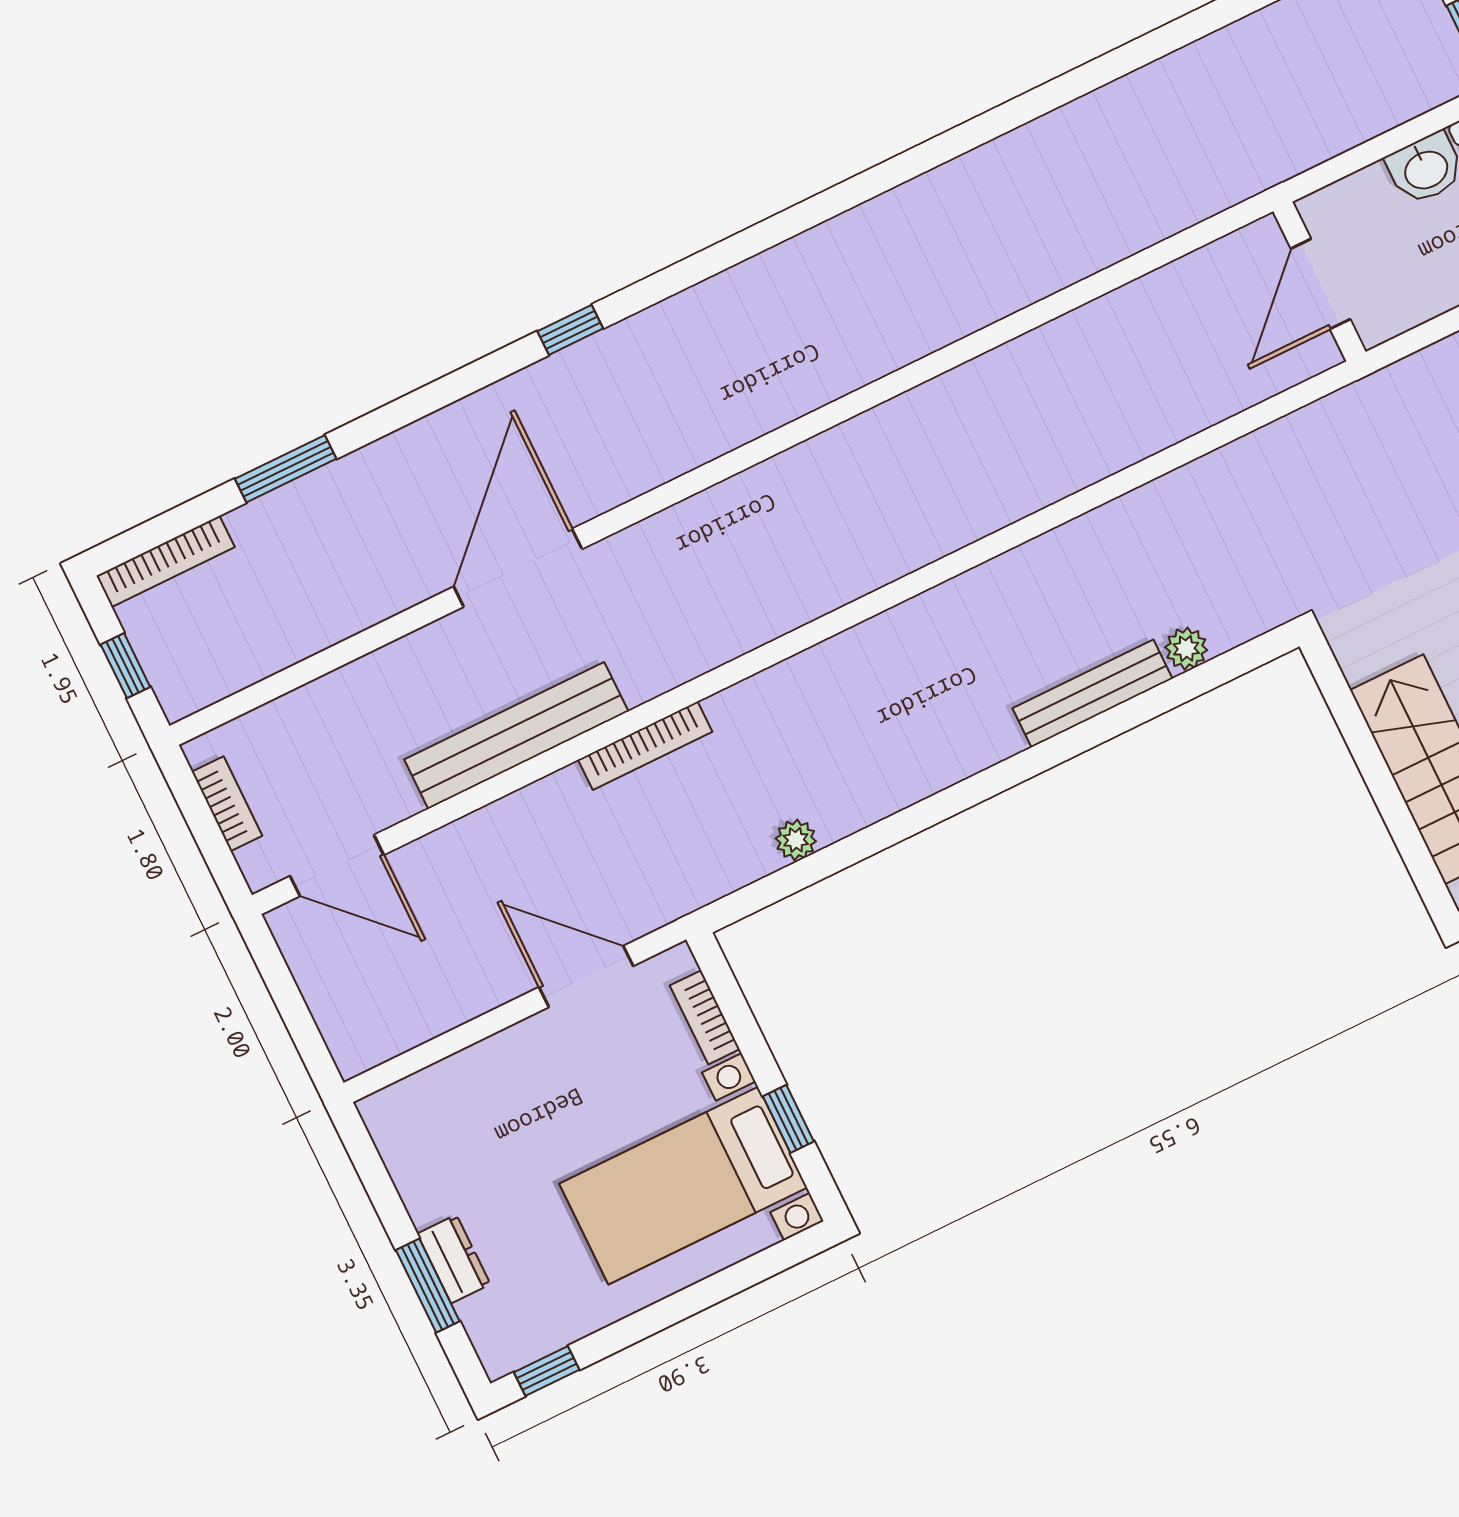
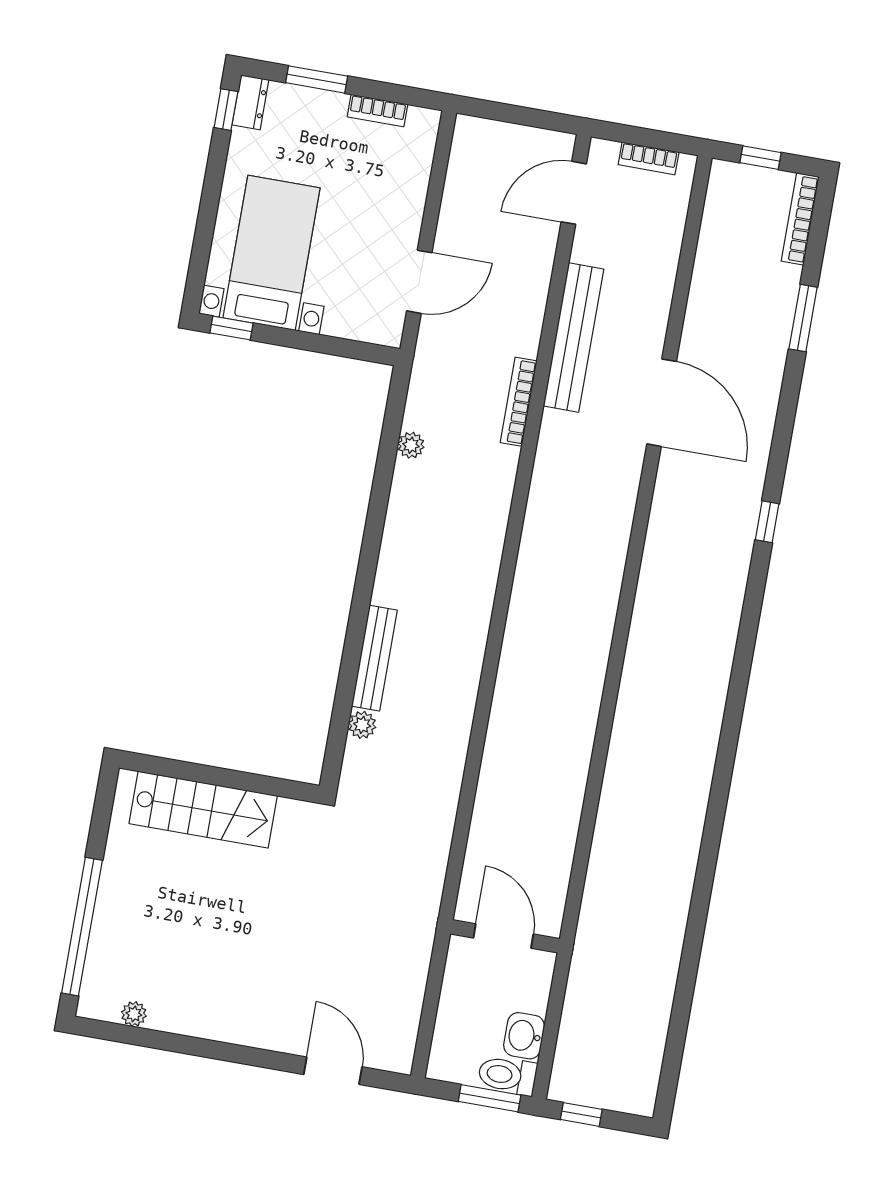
bookcase: (705, 1017) -> (377, 111), moved, turned 180
window: (788, 1119) -> (232, 328), moved
dresser: (454, 1259) -> (250, 102), moved, turned -90

